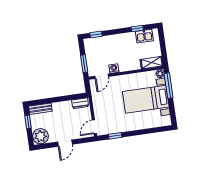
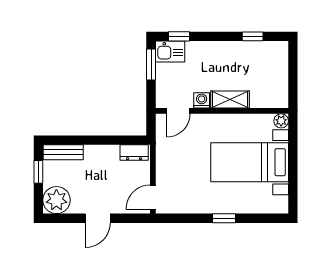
kitchen sink: (144, 36) -> (170, 52), moved
shelving: (152, 63) -> (230, 100), moved
window: (84, 64) -> (151, 65), moved
window: (169, 86) -> (293, 144), removed
window: (115, 136) -> (224, 218), moved

